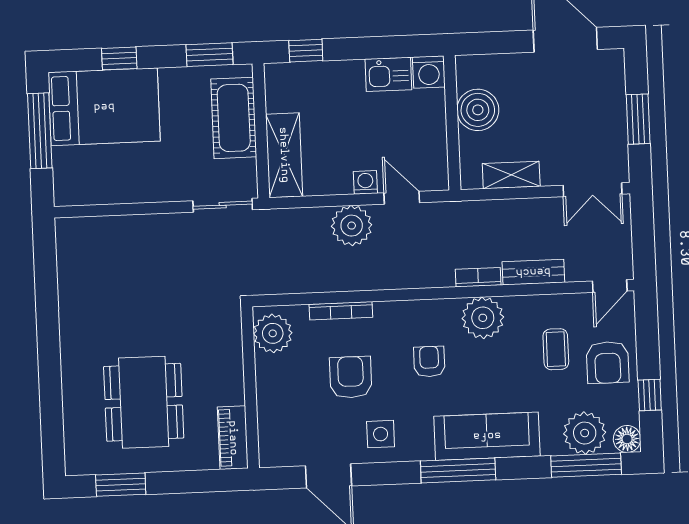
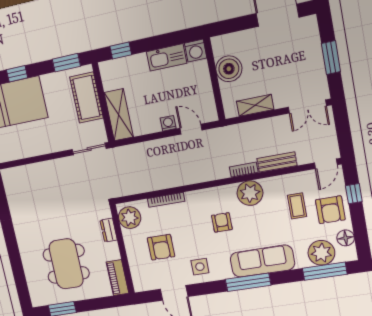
kitchen sink: (388, 74) -> (167, 57), width x1.38
plant: (352, 226) -> (164, 150), removed
dresser: (232, 351) -> (109, 230), added
armchair: (351, 377) -> (161, 247), moved, turned 180
window: (650, 395) -> (354, 194), moved
floor lamp: (627, 439) -> (346, 238), moved

